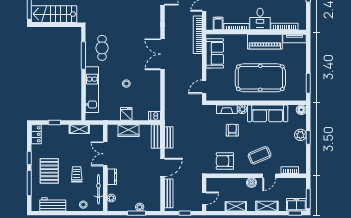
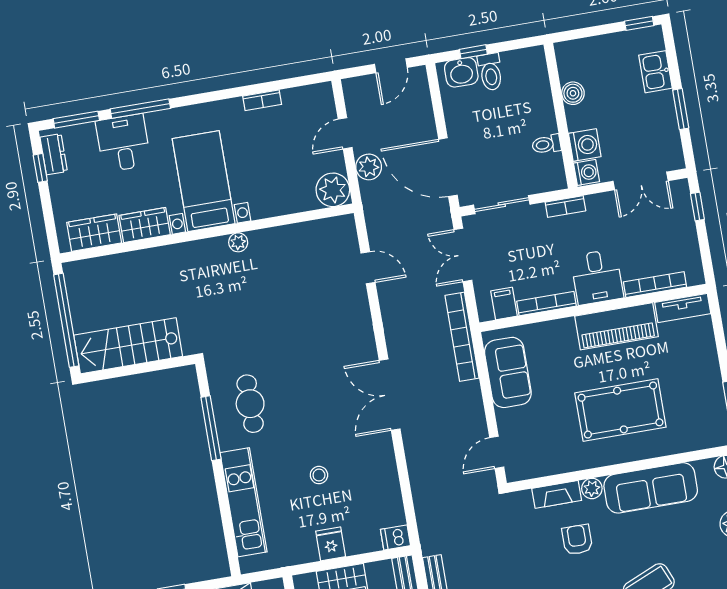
pool table: (260, 78) -> (620, 410), width x0.73, depth x0.76

